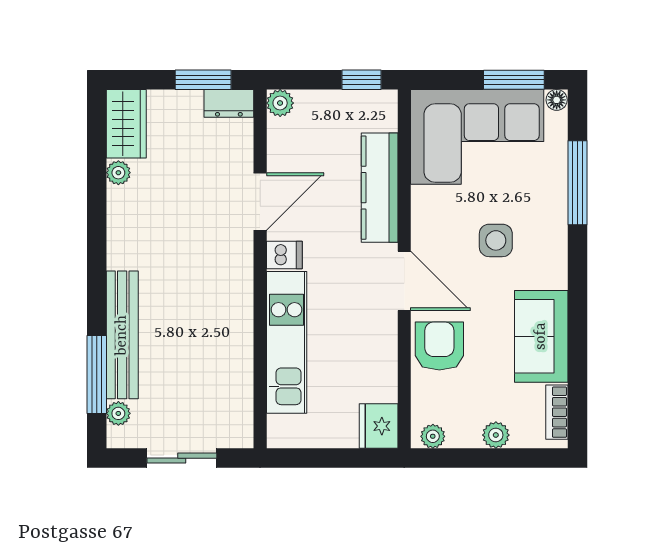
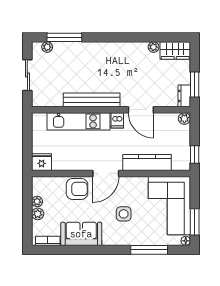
bench: (122, 335) -> (92, 100), moved
plant: (433, 436) -> (37, 201), moved

